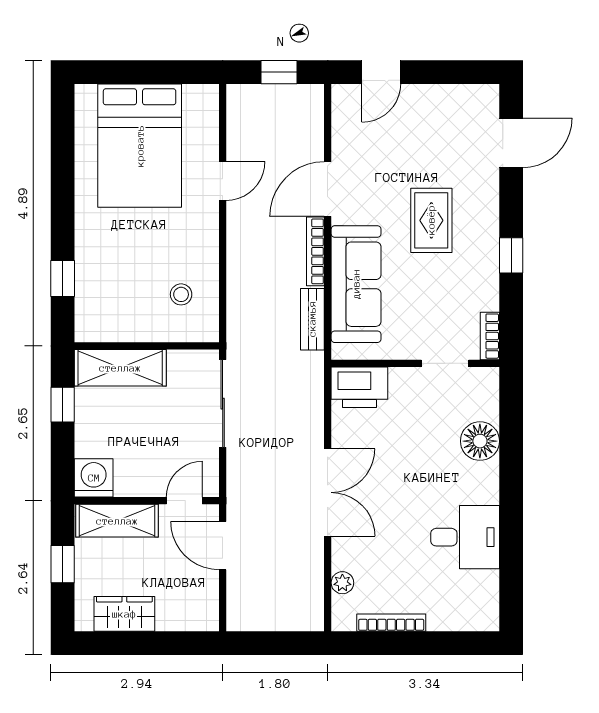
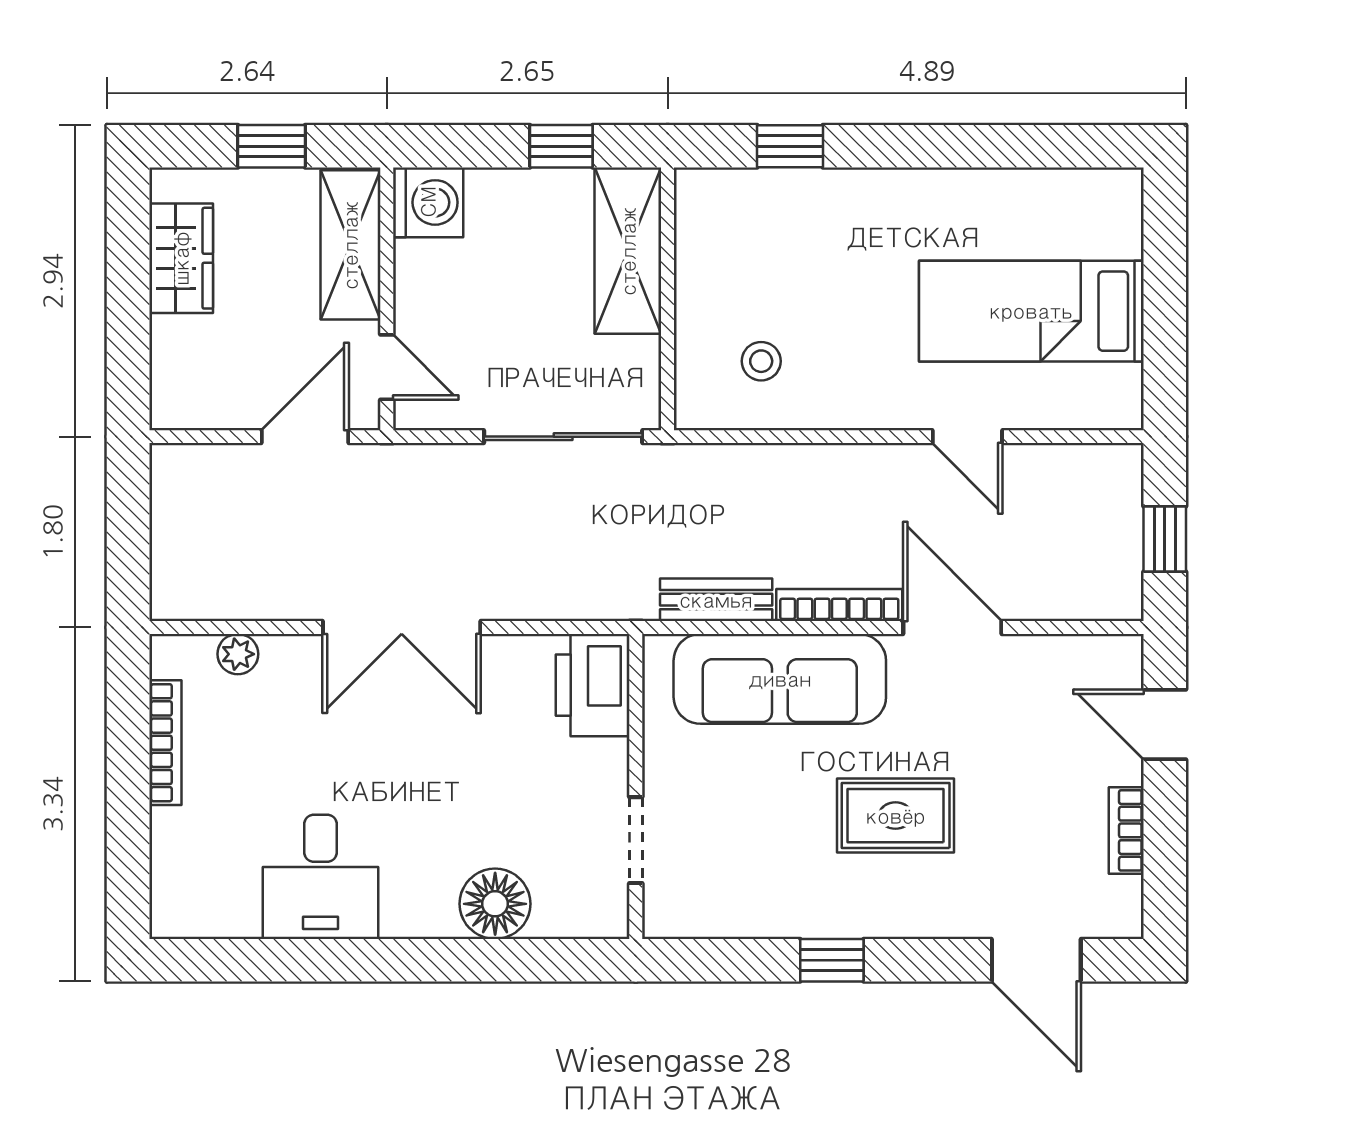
bed: (140, 146) -> (1031, 311), width x0.67
bookcase: (490, 336) -> (1126, 830), moved, turned -90

